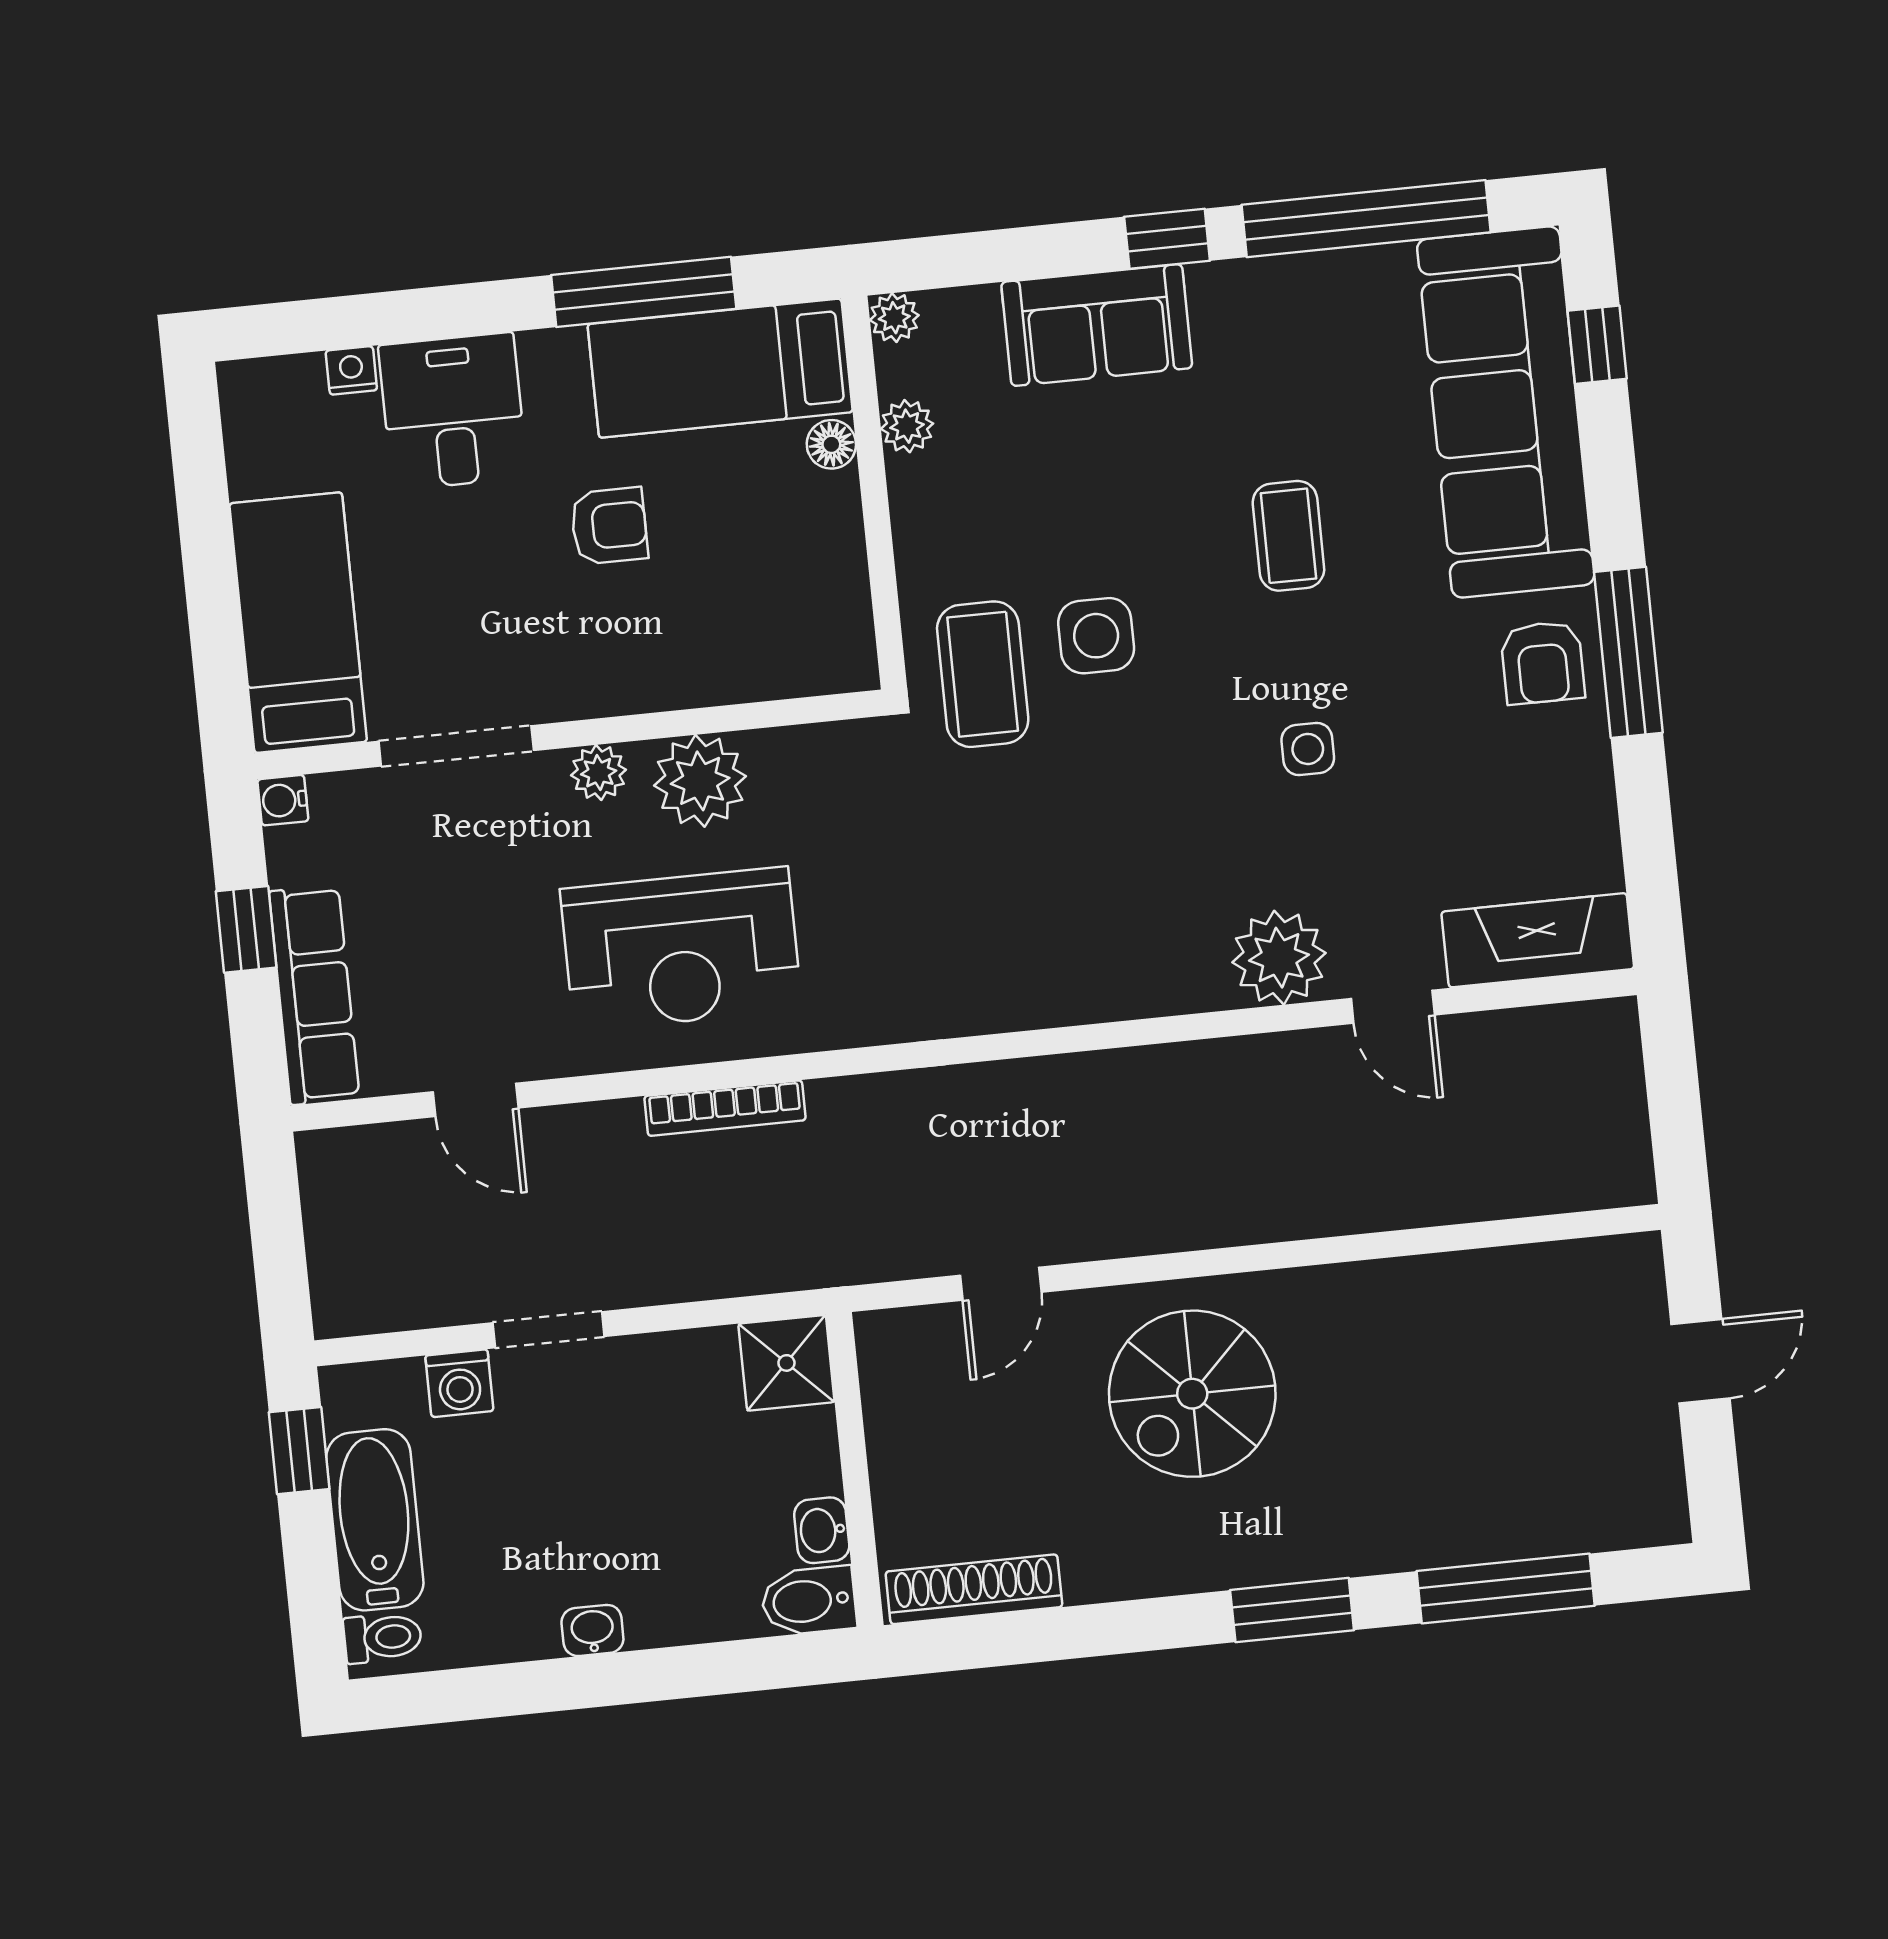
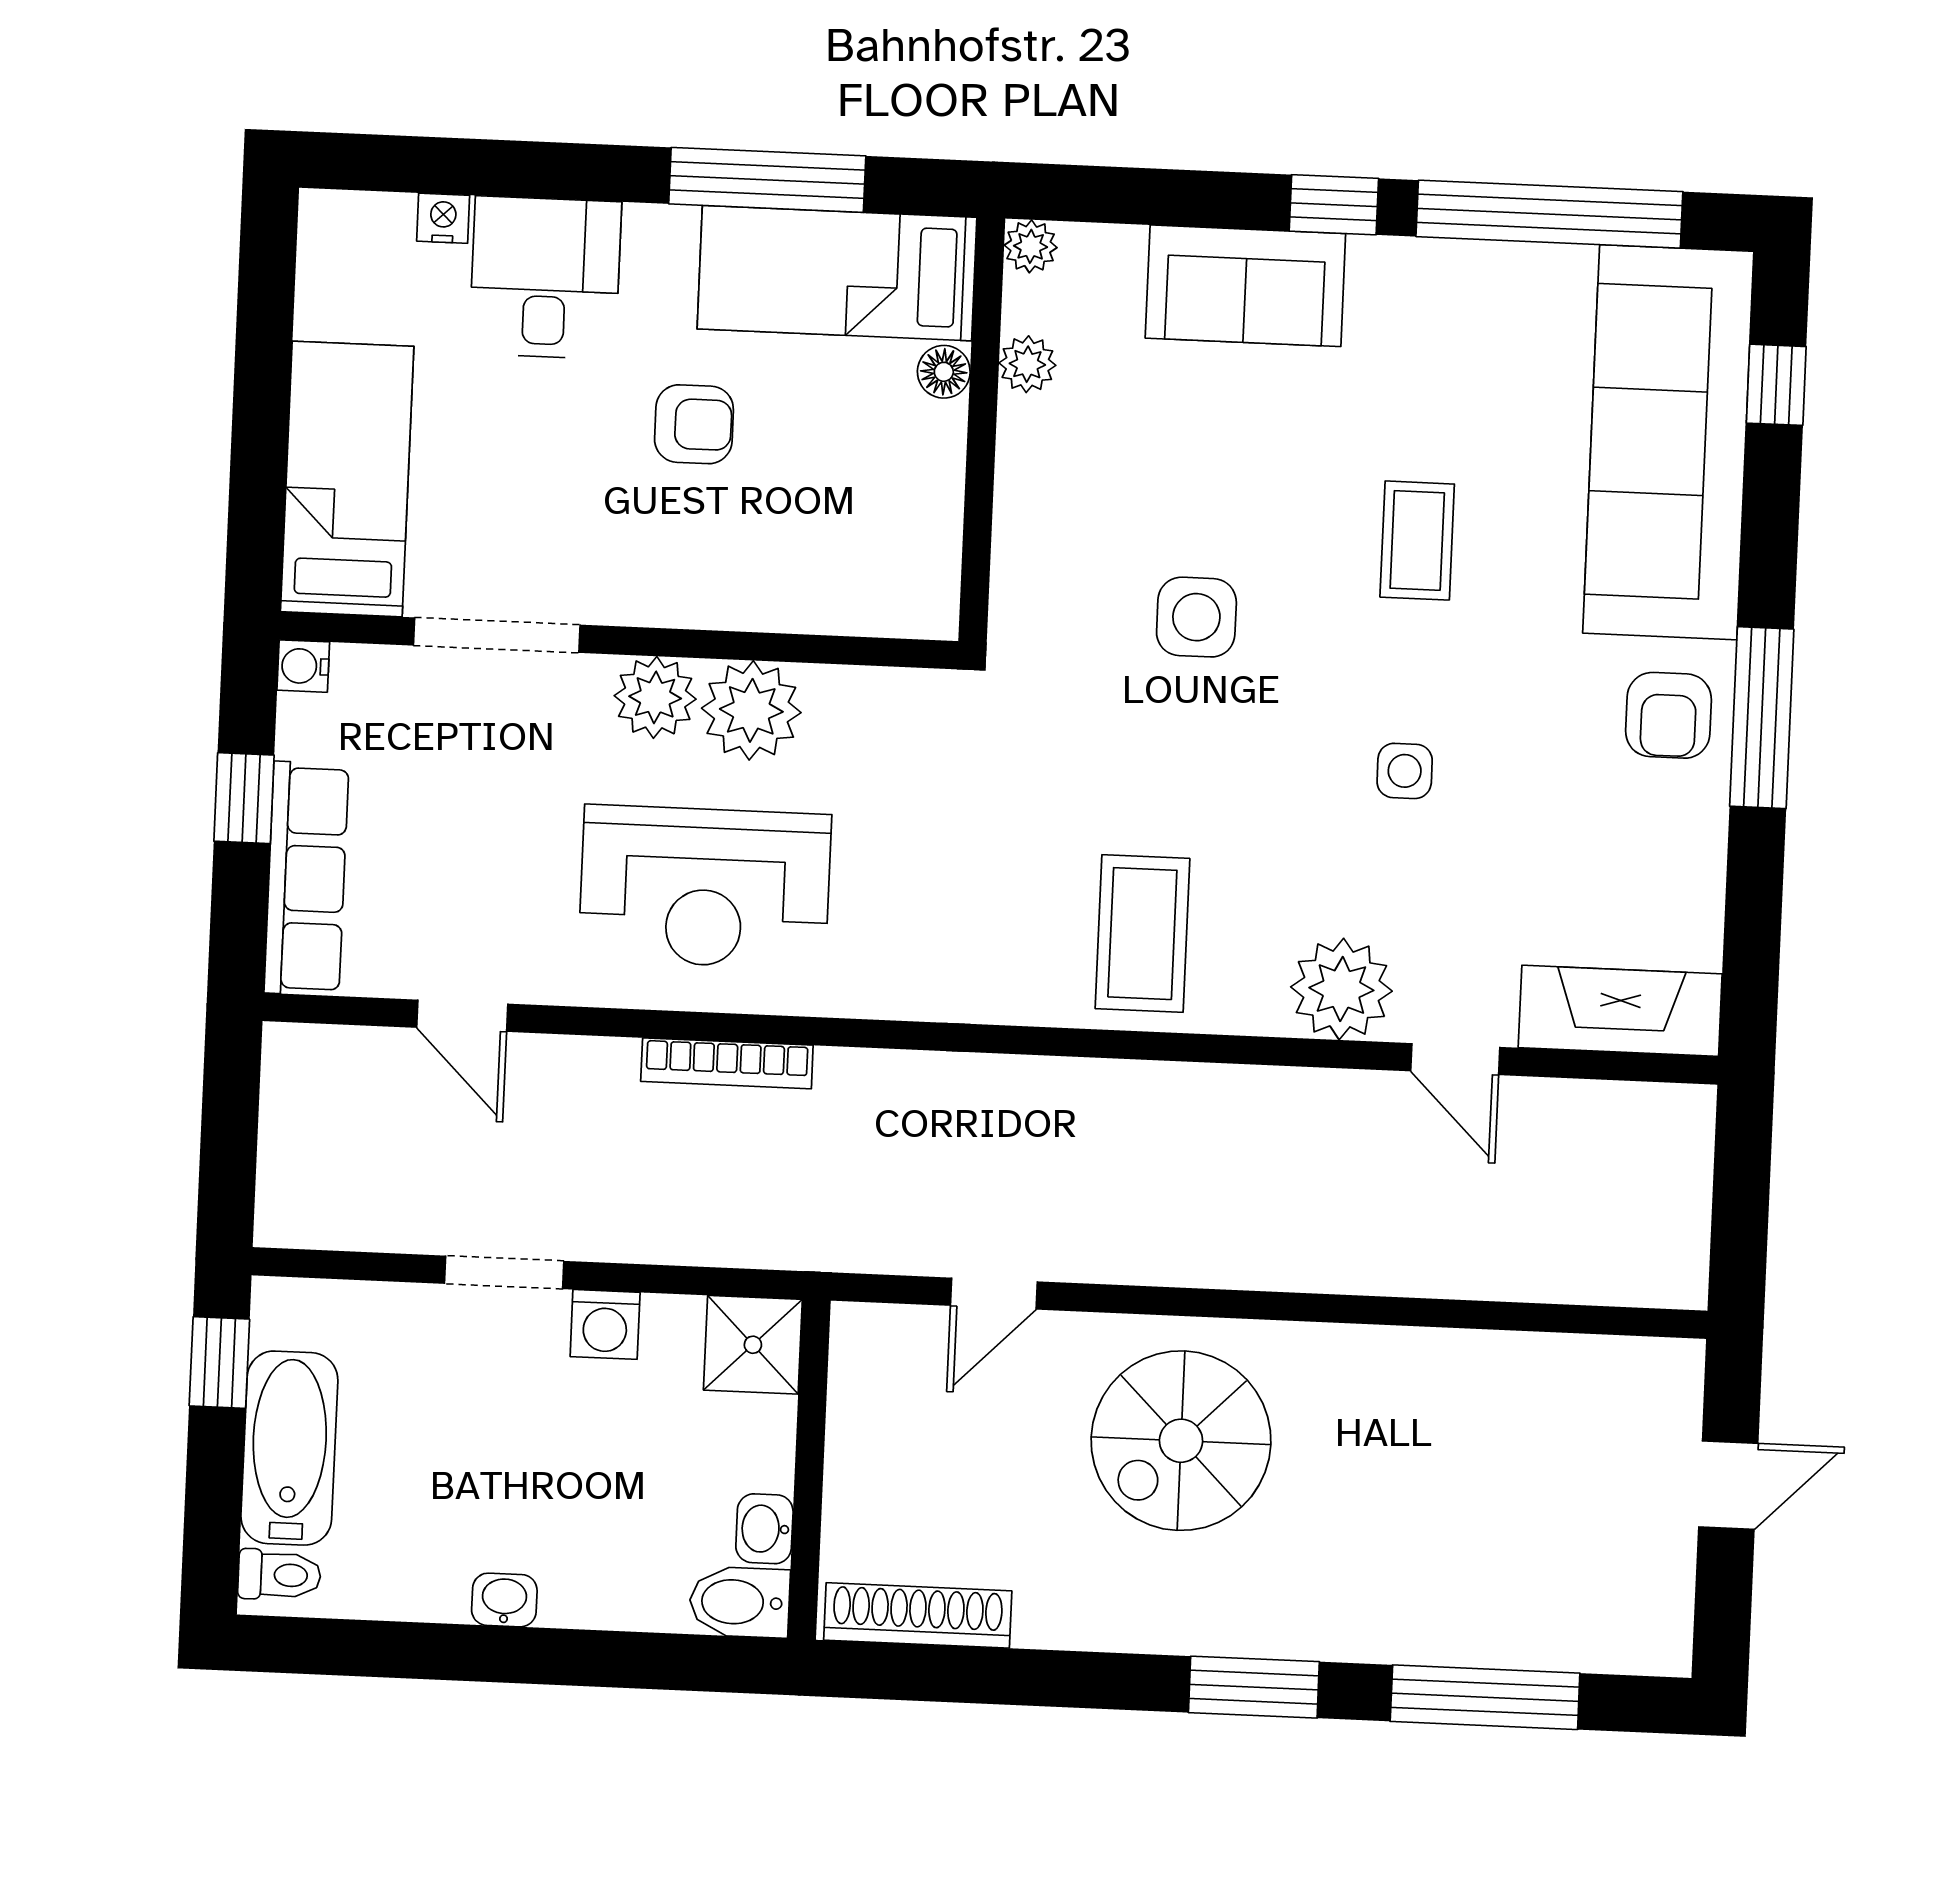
coffee table: (983, 674) -> (1142, 934), moved
plant: (599, 773) -> (655, 697), width x1.38, depth x1.38
washing machine: (459, 1383) -> (605, 1324), moved

